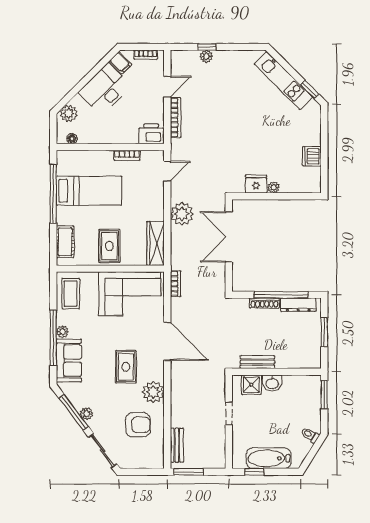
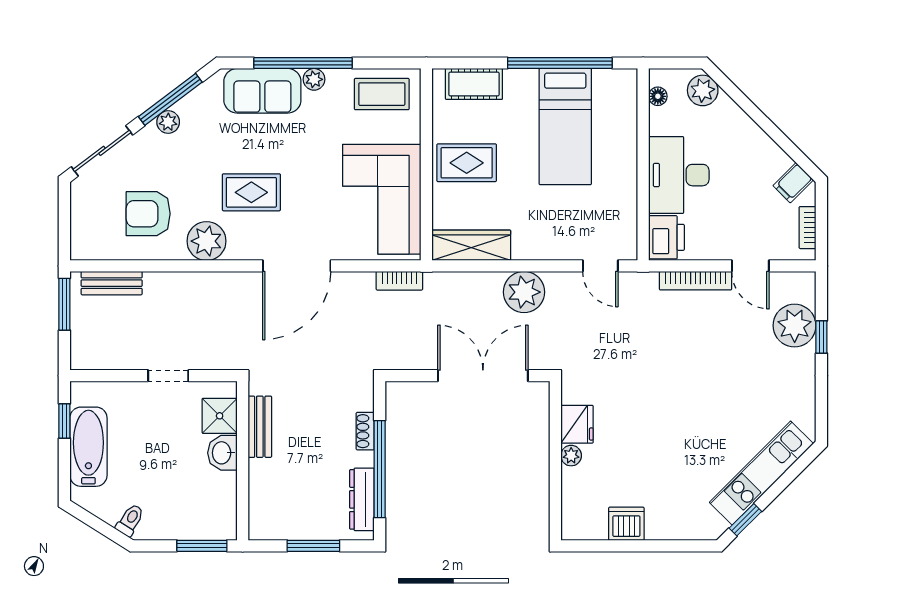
plant: (206, 56) -> (795, 326), width x1.87, depth x1.87
desk: (105, 89) -> (679, 175), moved, turned -135
bookcase: (127, 155) -> (628, 194), removed
shoe rack: (264, 303) -> (365, 431), width x0.70
armchair: (138, 425) -> (148, 214), turned 90

